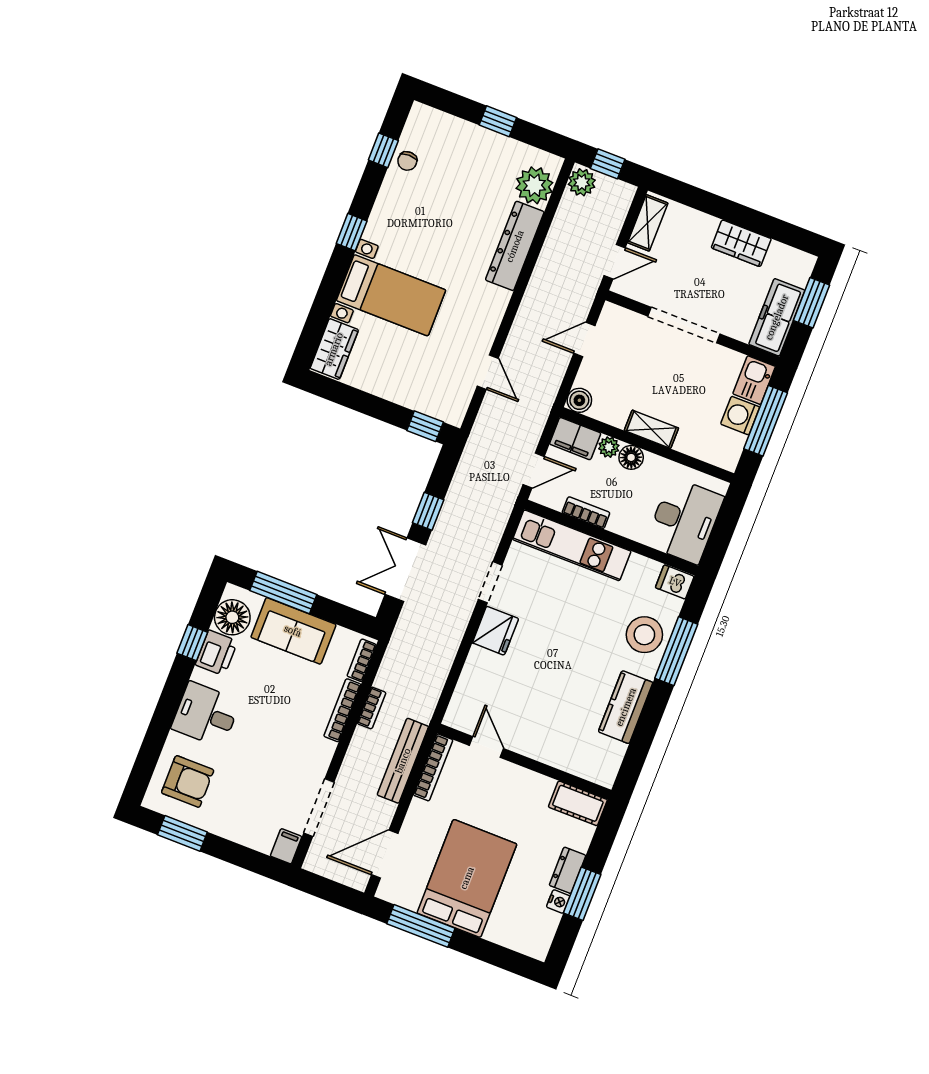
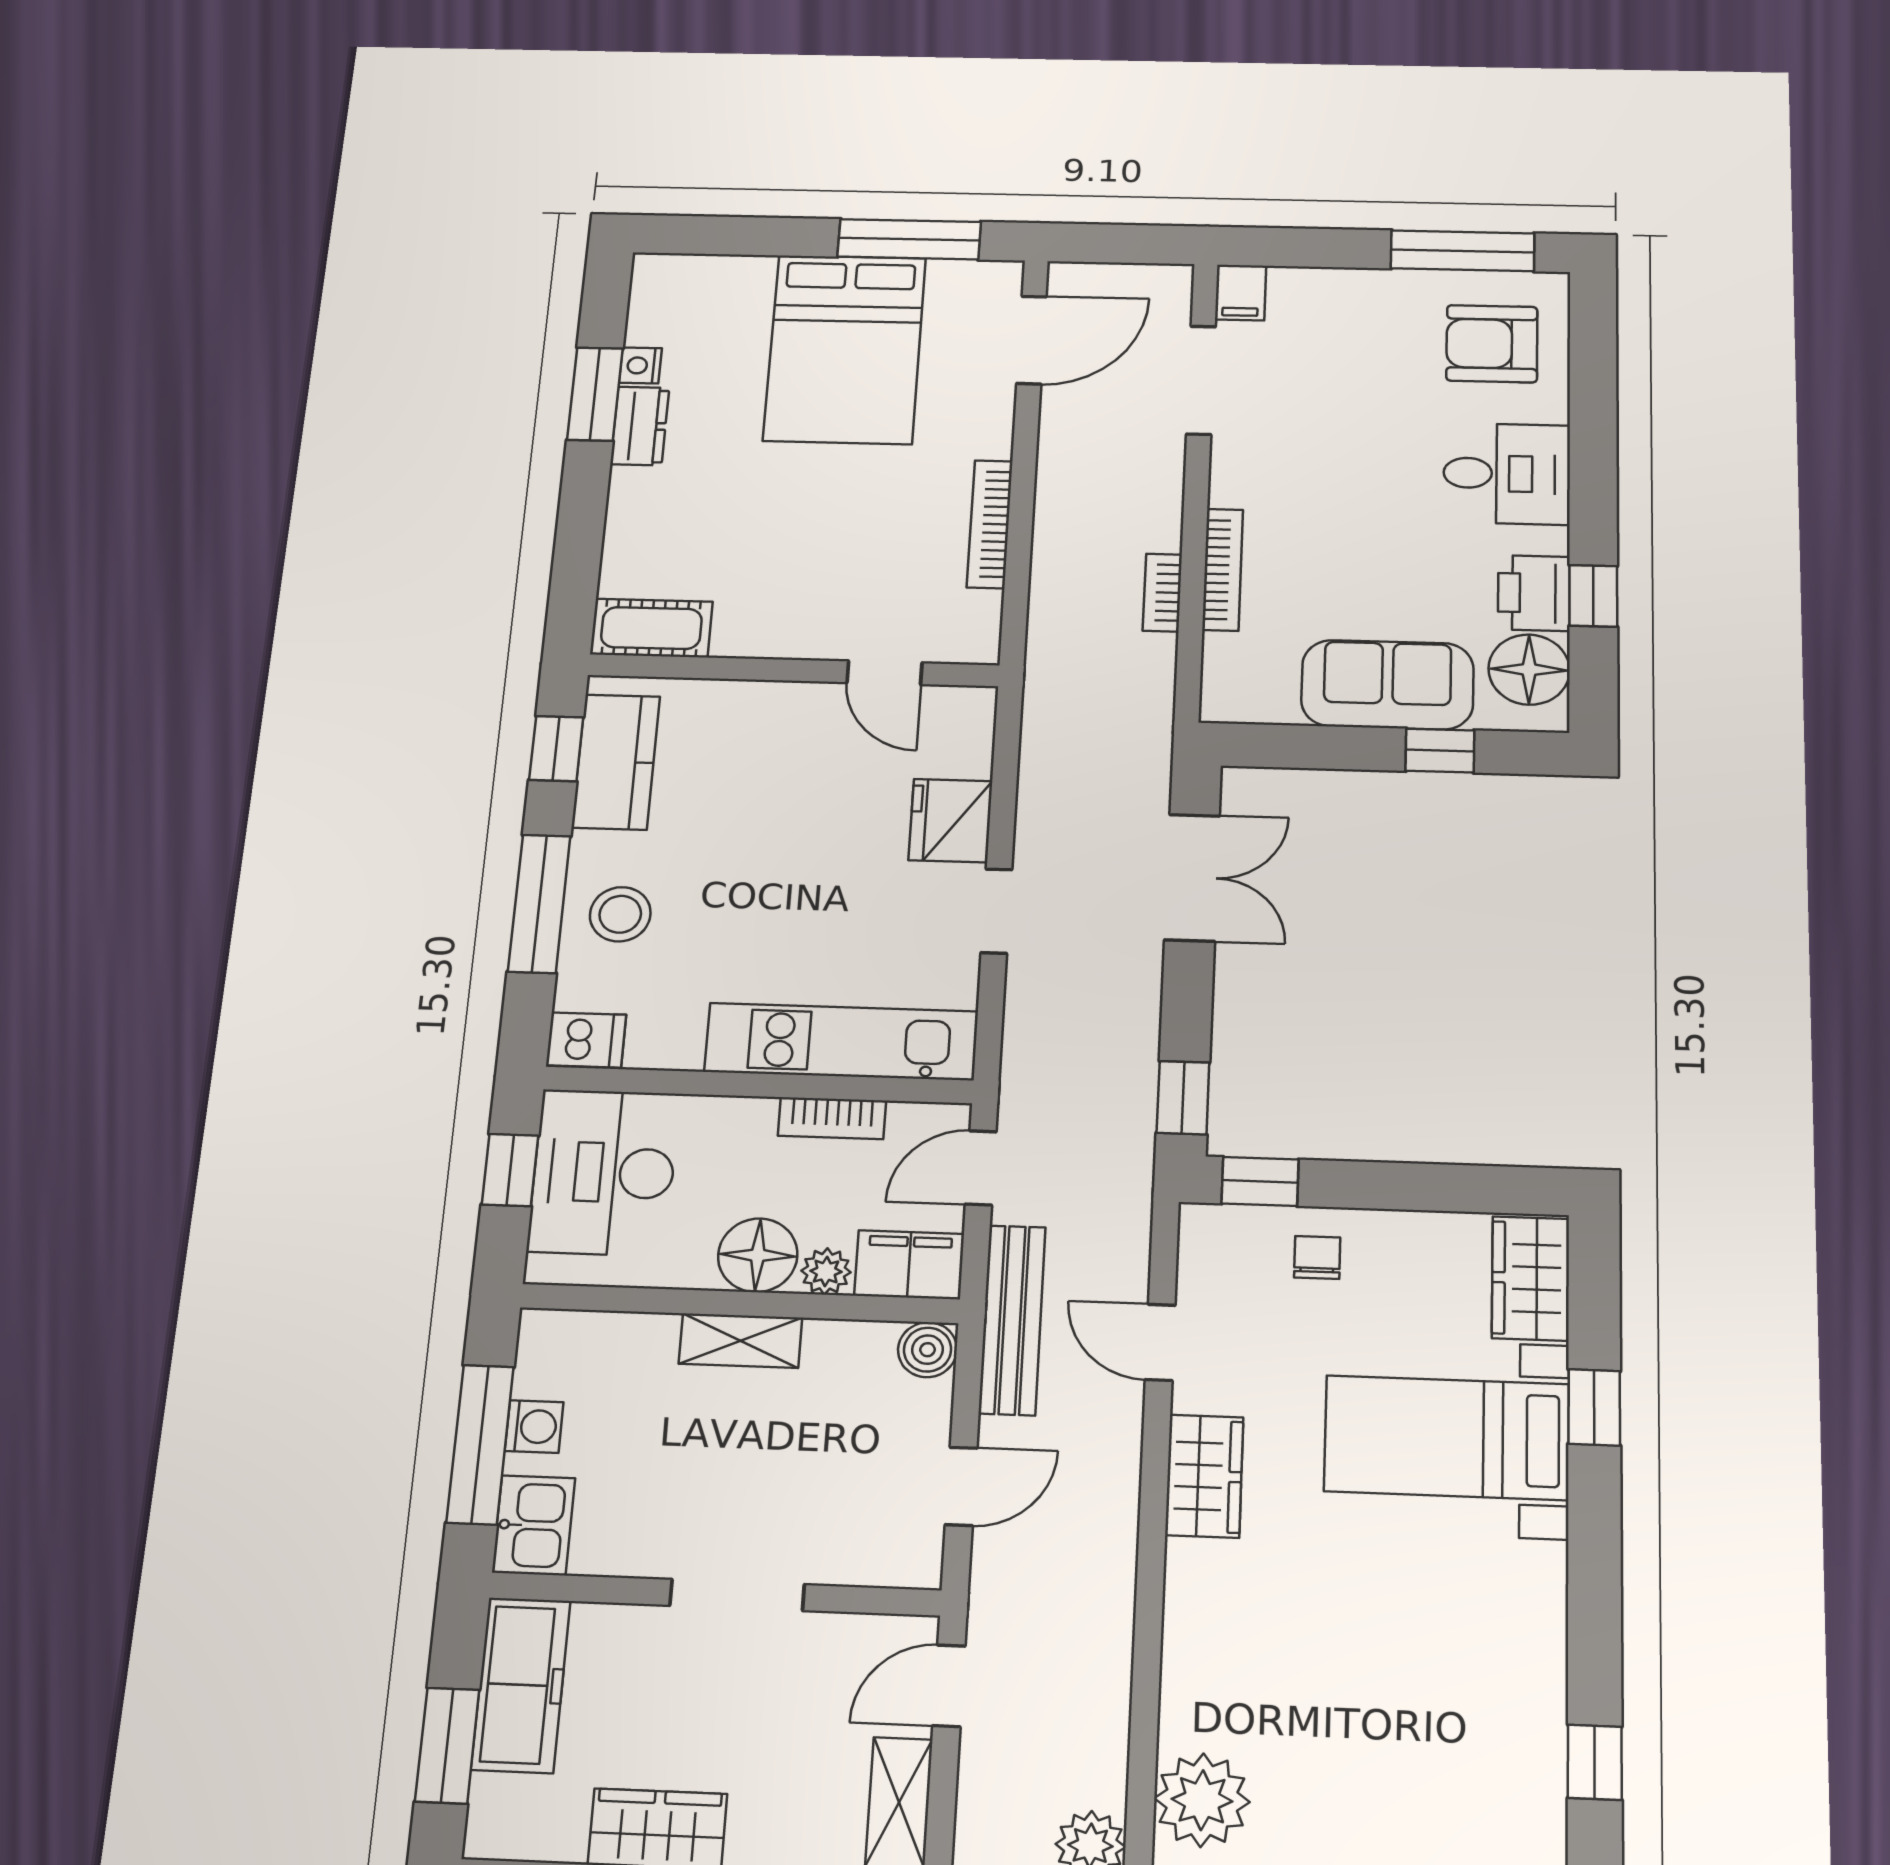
chair: (407, 161) -> (1317, 1257), moved
window: (352, 232) -> (1594, 1407), moved
dresser: (515, 246) -> (1199, 1644), removed
wardrobe: (490, 312) -> (1204, 1476), added
doorway: (684, 325) -> (737, 1595), width x0.73
washing machine: (740, 416) -> (534, 1427), width x0.73, depth x0.73
floor lamp: (631, 457) -> (758, 1255), width x1.38, depth x1.38
window: (428, 511) -> (1183, 1098), moved
window: (722, 535) -> (510, 1170), added
window: (283, 592) -> (1440, 751), width x0.46
stool: (644, 635) -> (620, 914), width x0.73, depth x0.73
bookcase: (362, 660) -> (1219, 675), removed
window: (649, 722) -> (556, 749), added
door: (486, 747) -> (884, 673), moved
bench: (403, 761) -> (1012, 1320), moved
wall: (524, 762) -> (793, 670), moved
cot: (578, 803) -> (651, 628), moved
window: (182, 833) -> (1463, 251), width x1.44

